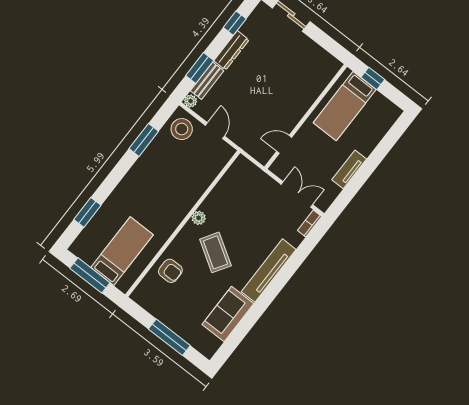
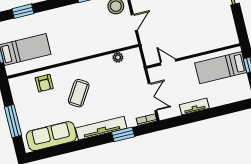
plant: (199, 218) -> (118, 57), moved
window: (297, 259) -> (123, 134), added
sofa: (228, 314) -> (51, 136), width x1.36

